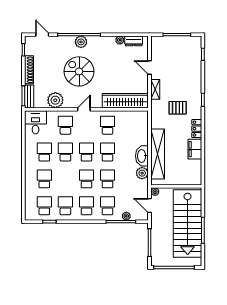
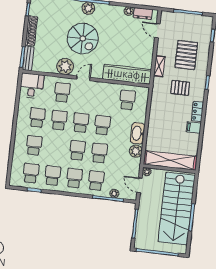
door: (149, 68) -> (157, 31), moved
spiral stairs: (79, 71) -> (83, 38), turned 180
pallet: (180, 76) -> (186, 55), added
plant: (55, 100) -> (65, 67), moved
school desk: (108, 125) -> (127, 100), moved
filing cabinet: (195, 149) -> (194, 127), width x0.50
shelving: (158, 154) -> (170, 160), moved, turned 90

